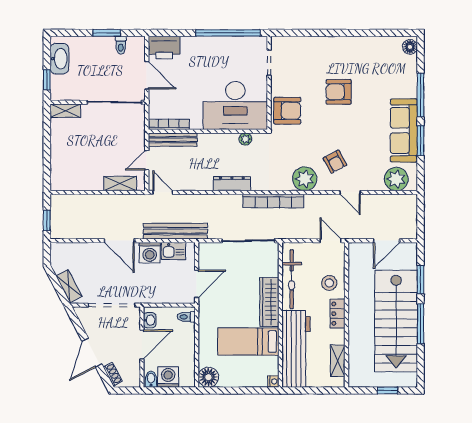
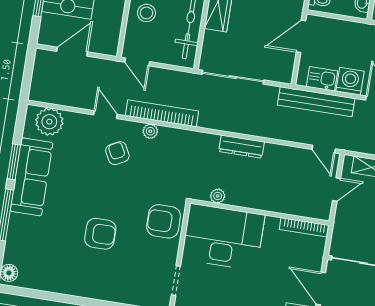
bench: (173, 140) -> (302, 209), removed
plant: (305, 179) -> (150, 131), width x0.53, depth x0.53
bookcase: (273, 201) -> (162, 113), moved

